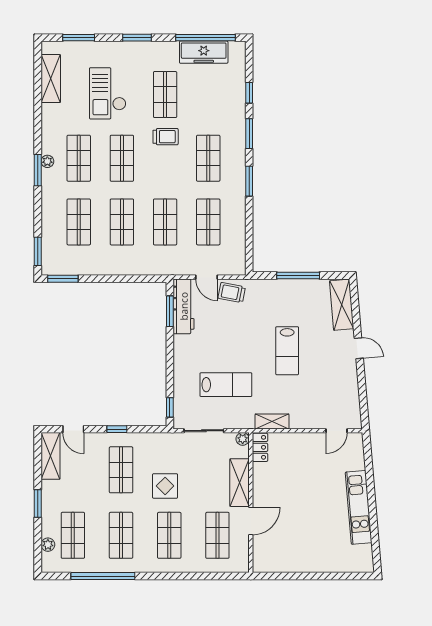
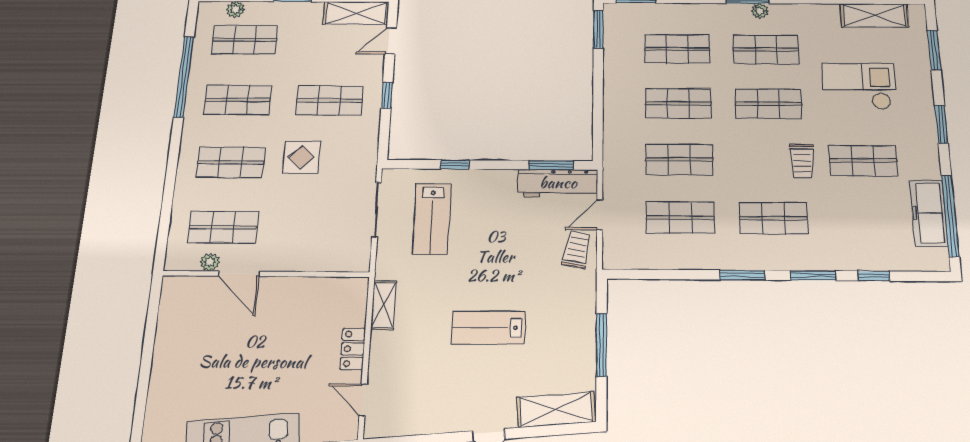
lab bench: (226, 385) -> (432, 219), moved
window: (170, 407) -> (455, 165), moved
plant: (243, 439) -> (210, 262), moved
locker: (260, 447) -> (353, 349), moved, turned 90
shelving: (240, 483) -> (297, 258), removed

